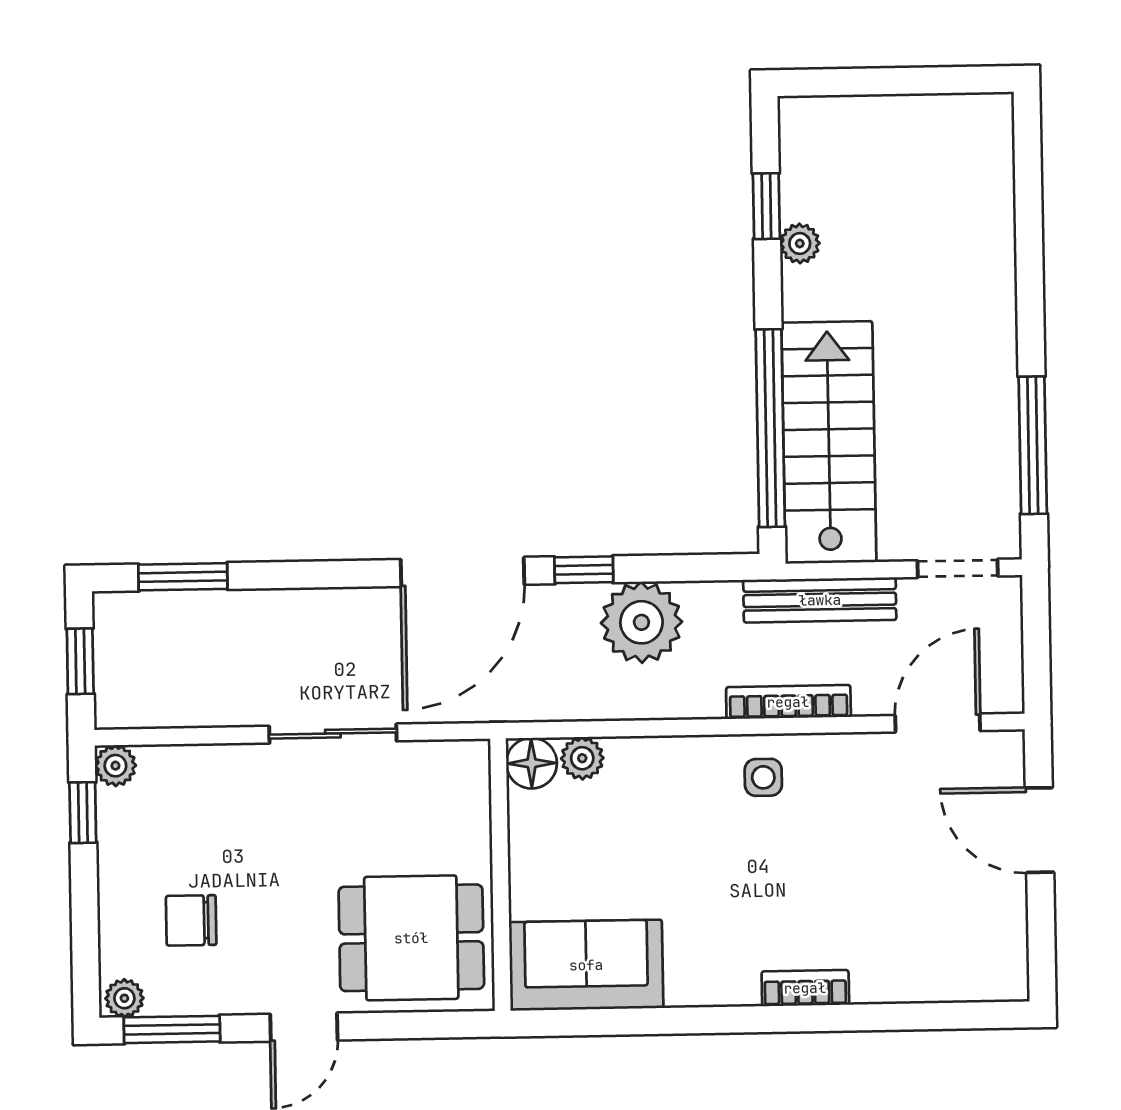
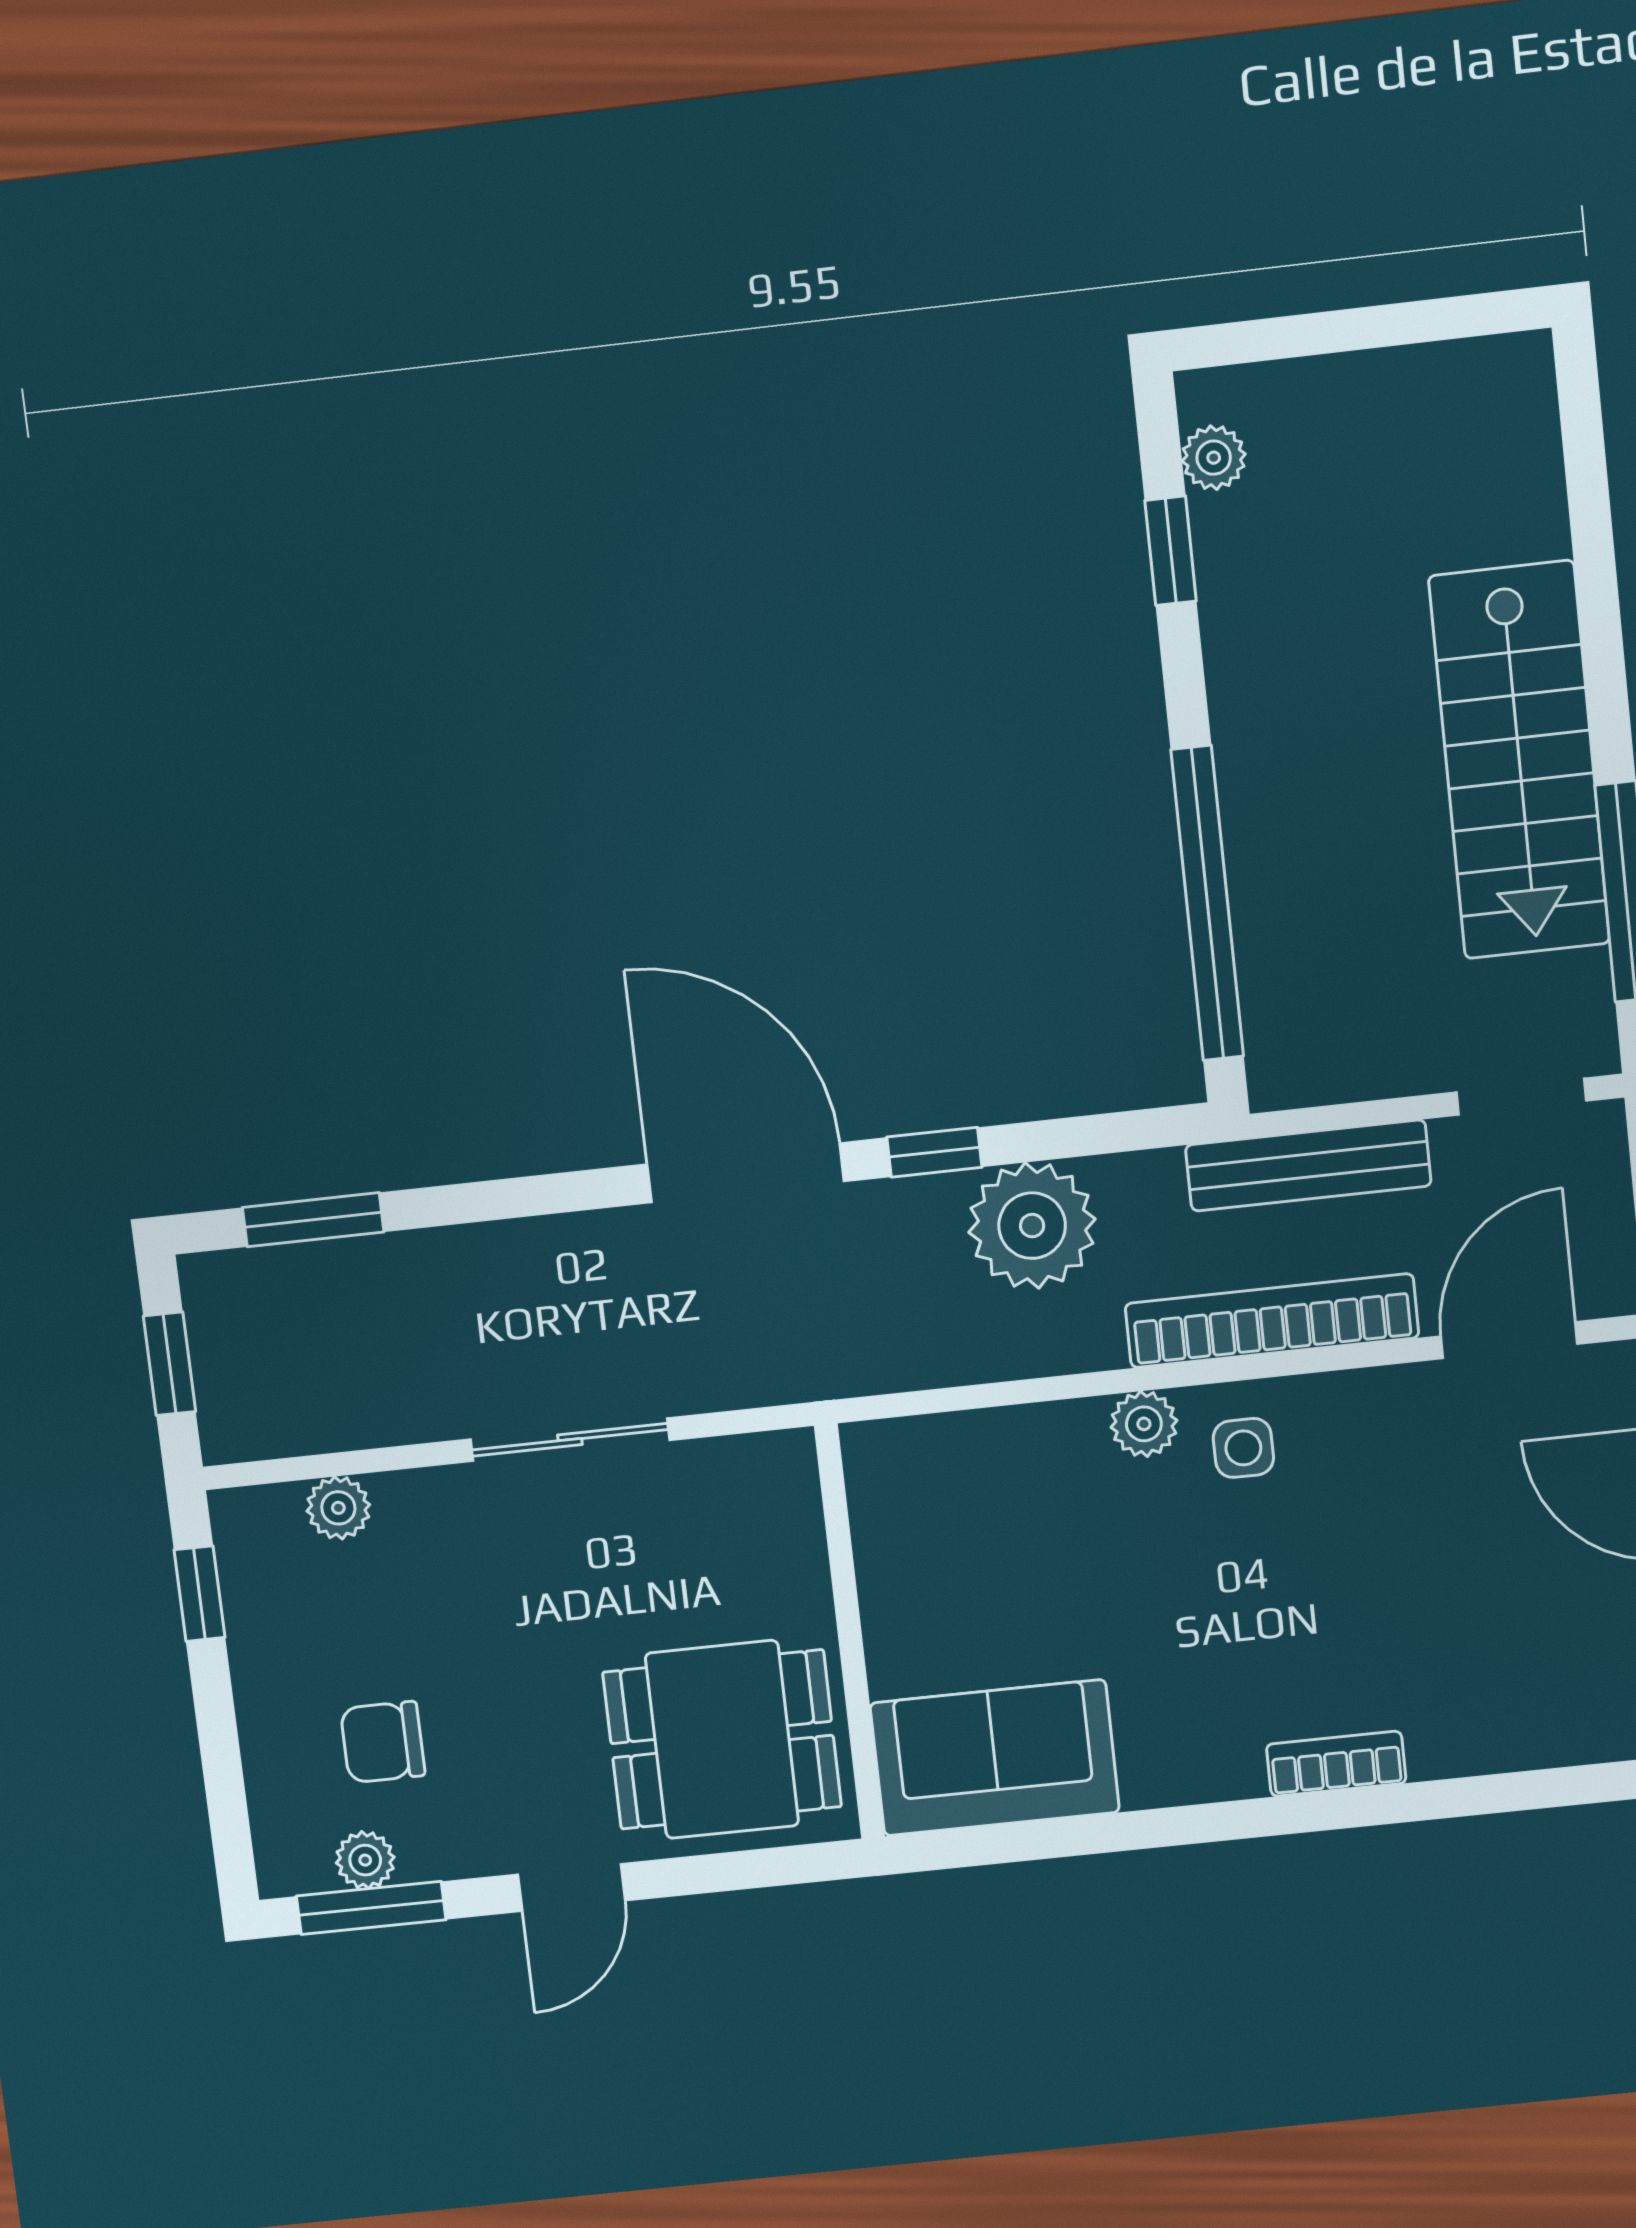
plant: (800, 243) -> (1214, 458), moved
stairs: (829, 442) -> (1519, 760), moved, turned 180
door: (463, 572) -> (746, 1173), swing flipped
bookcase: (788, 702) -> (1272, 1321), width x1.48, depth x1.31
plant: (582, 758) -> (1144, 1424), moved
floor lamp: (532, 763) -> (881, 1458), removed
plant: (115, 766) -> (338, 1508), moved
plant: (124, 998) -> (365, 1860), moved

